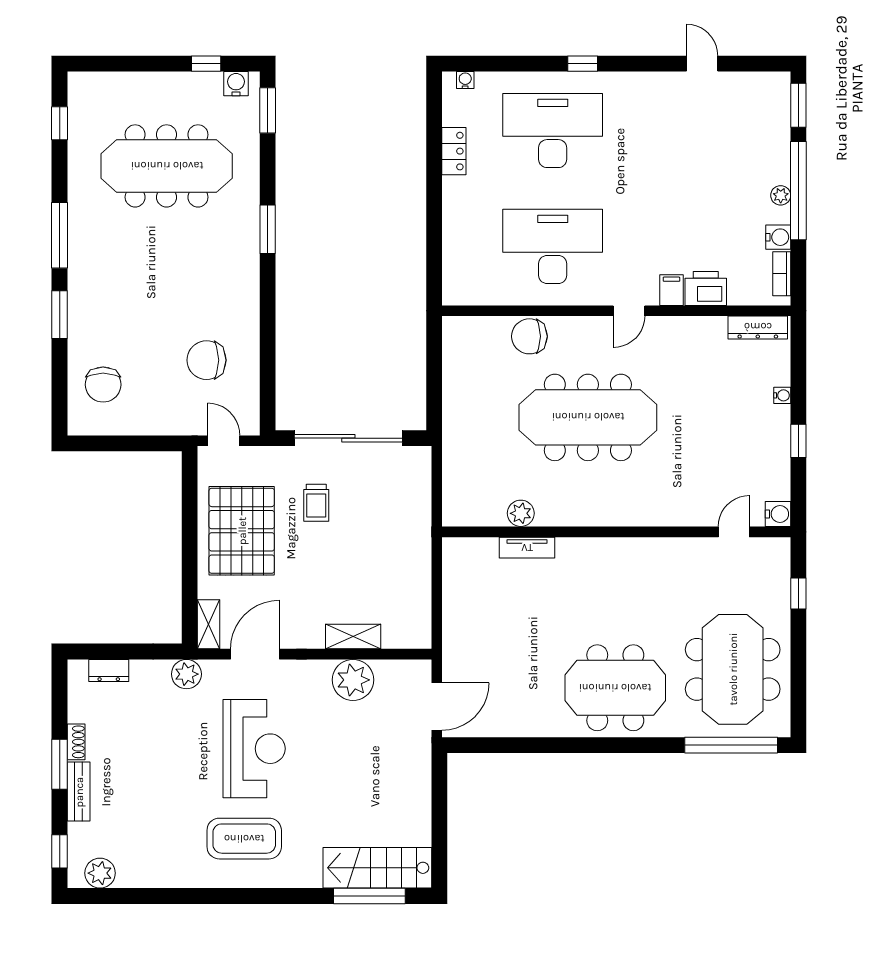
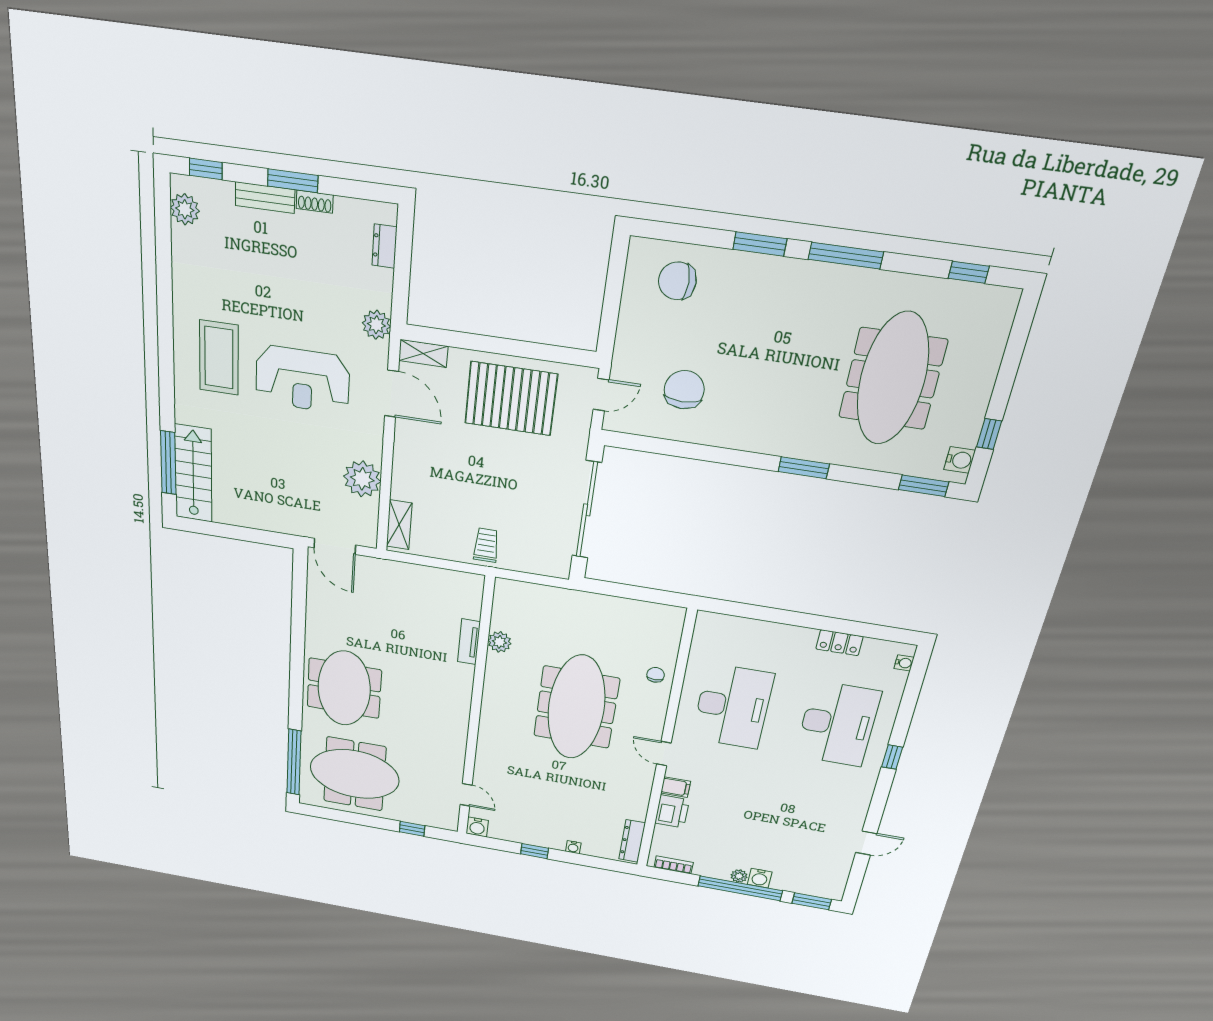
water cooler: (778, 237) -> (760, 878), moved
chair: (529, 336) -> (656, 675), width x0.54, depth x0.54
trolley: (316, 503) -> (486, 545), moved, turned 90
shelving: (353, 637) -> (399, 525), moved

